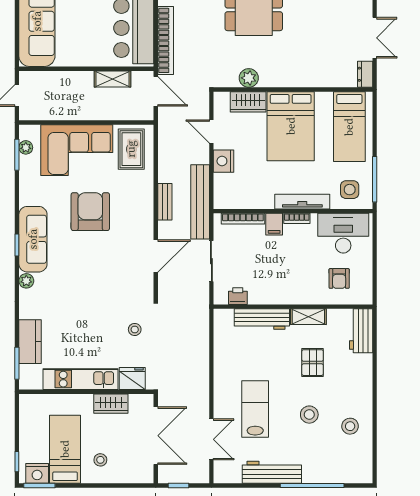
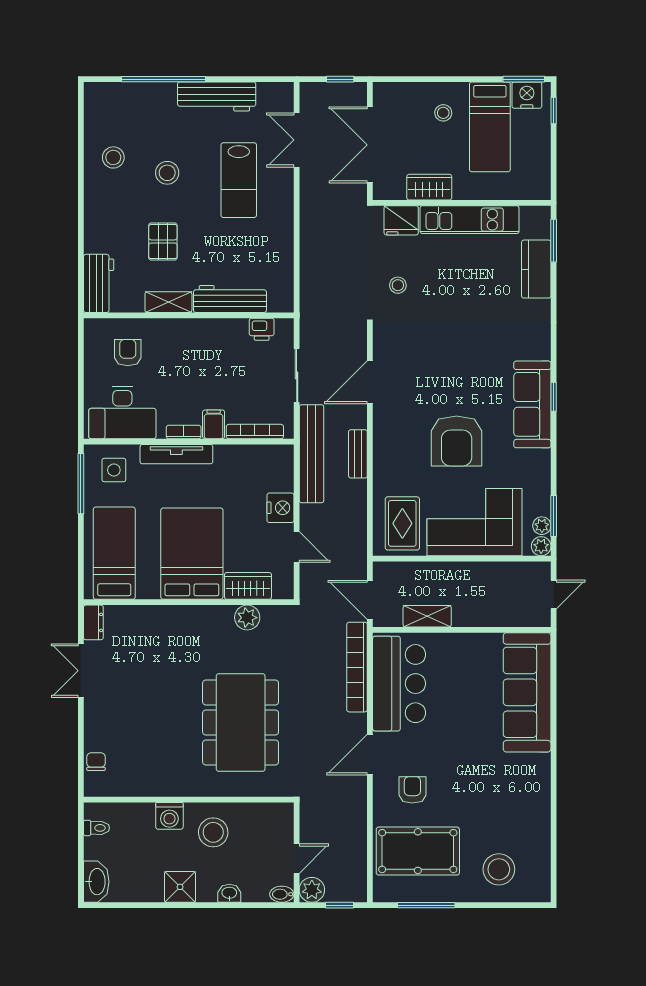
plant: (26, 281) -> (541, 546), moved

